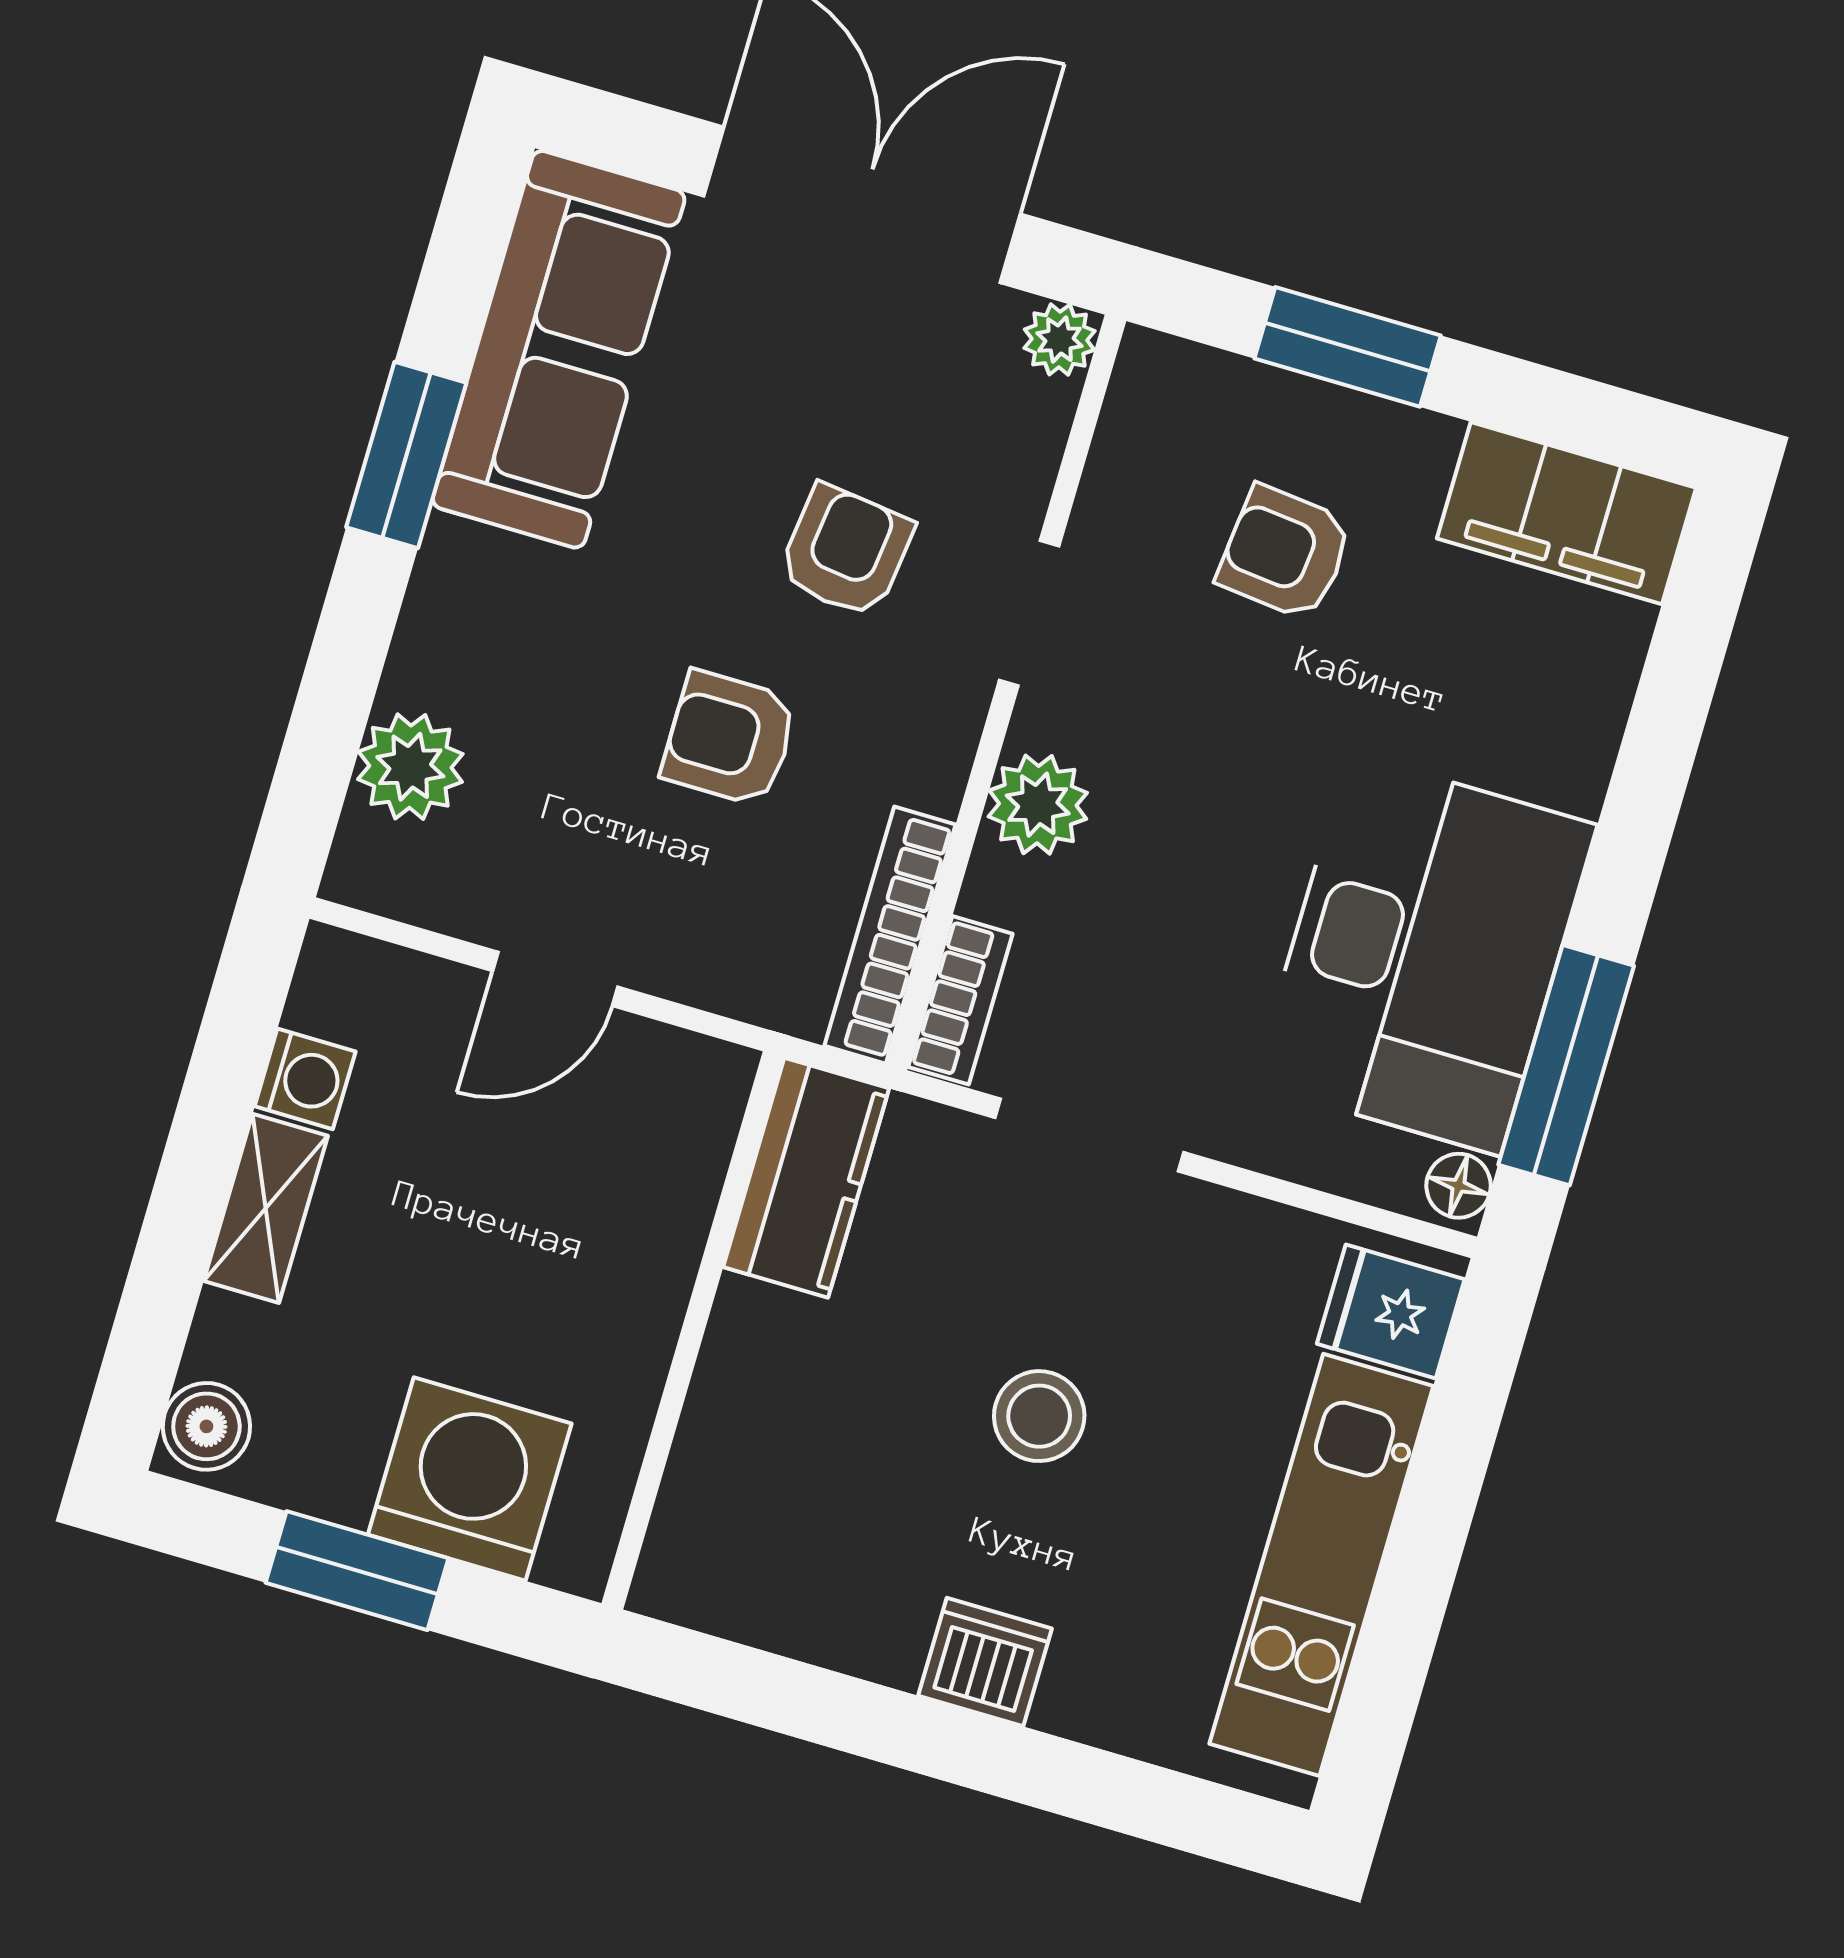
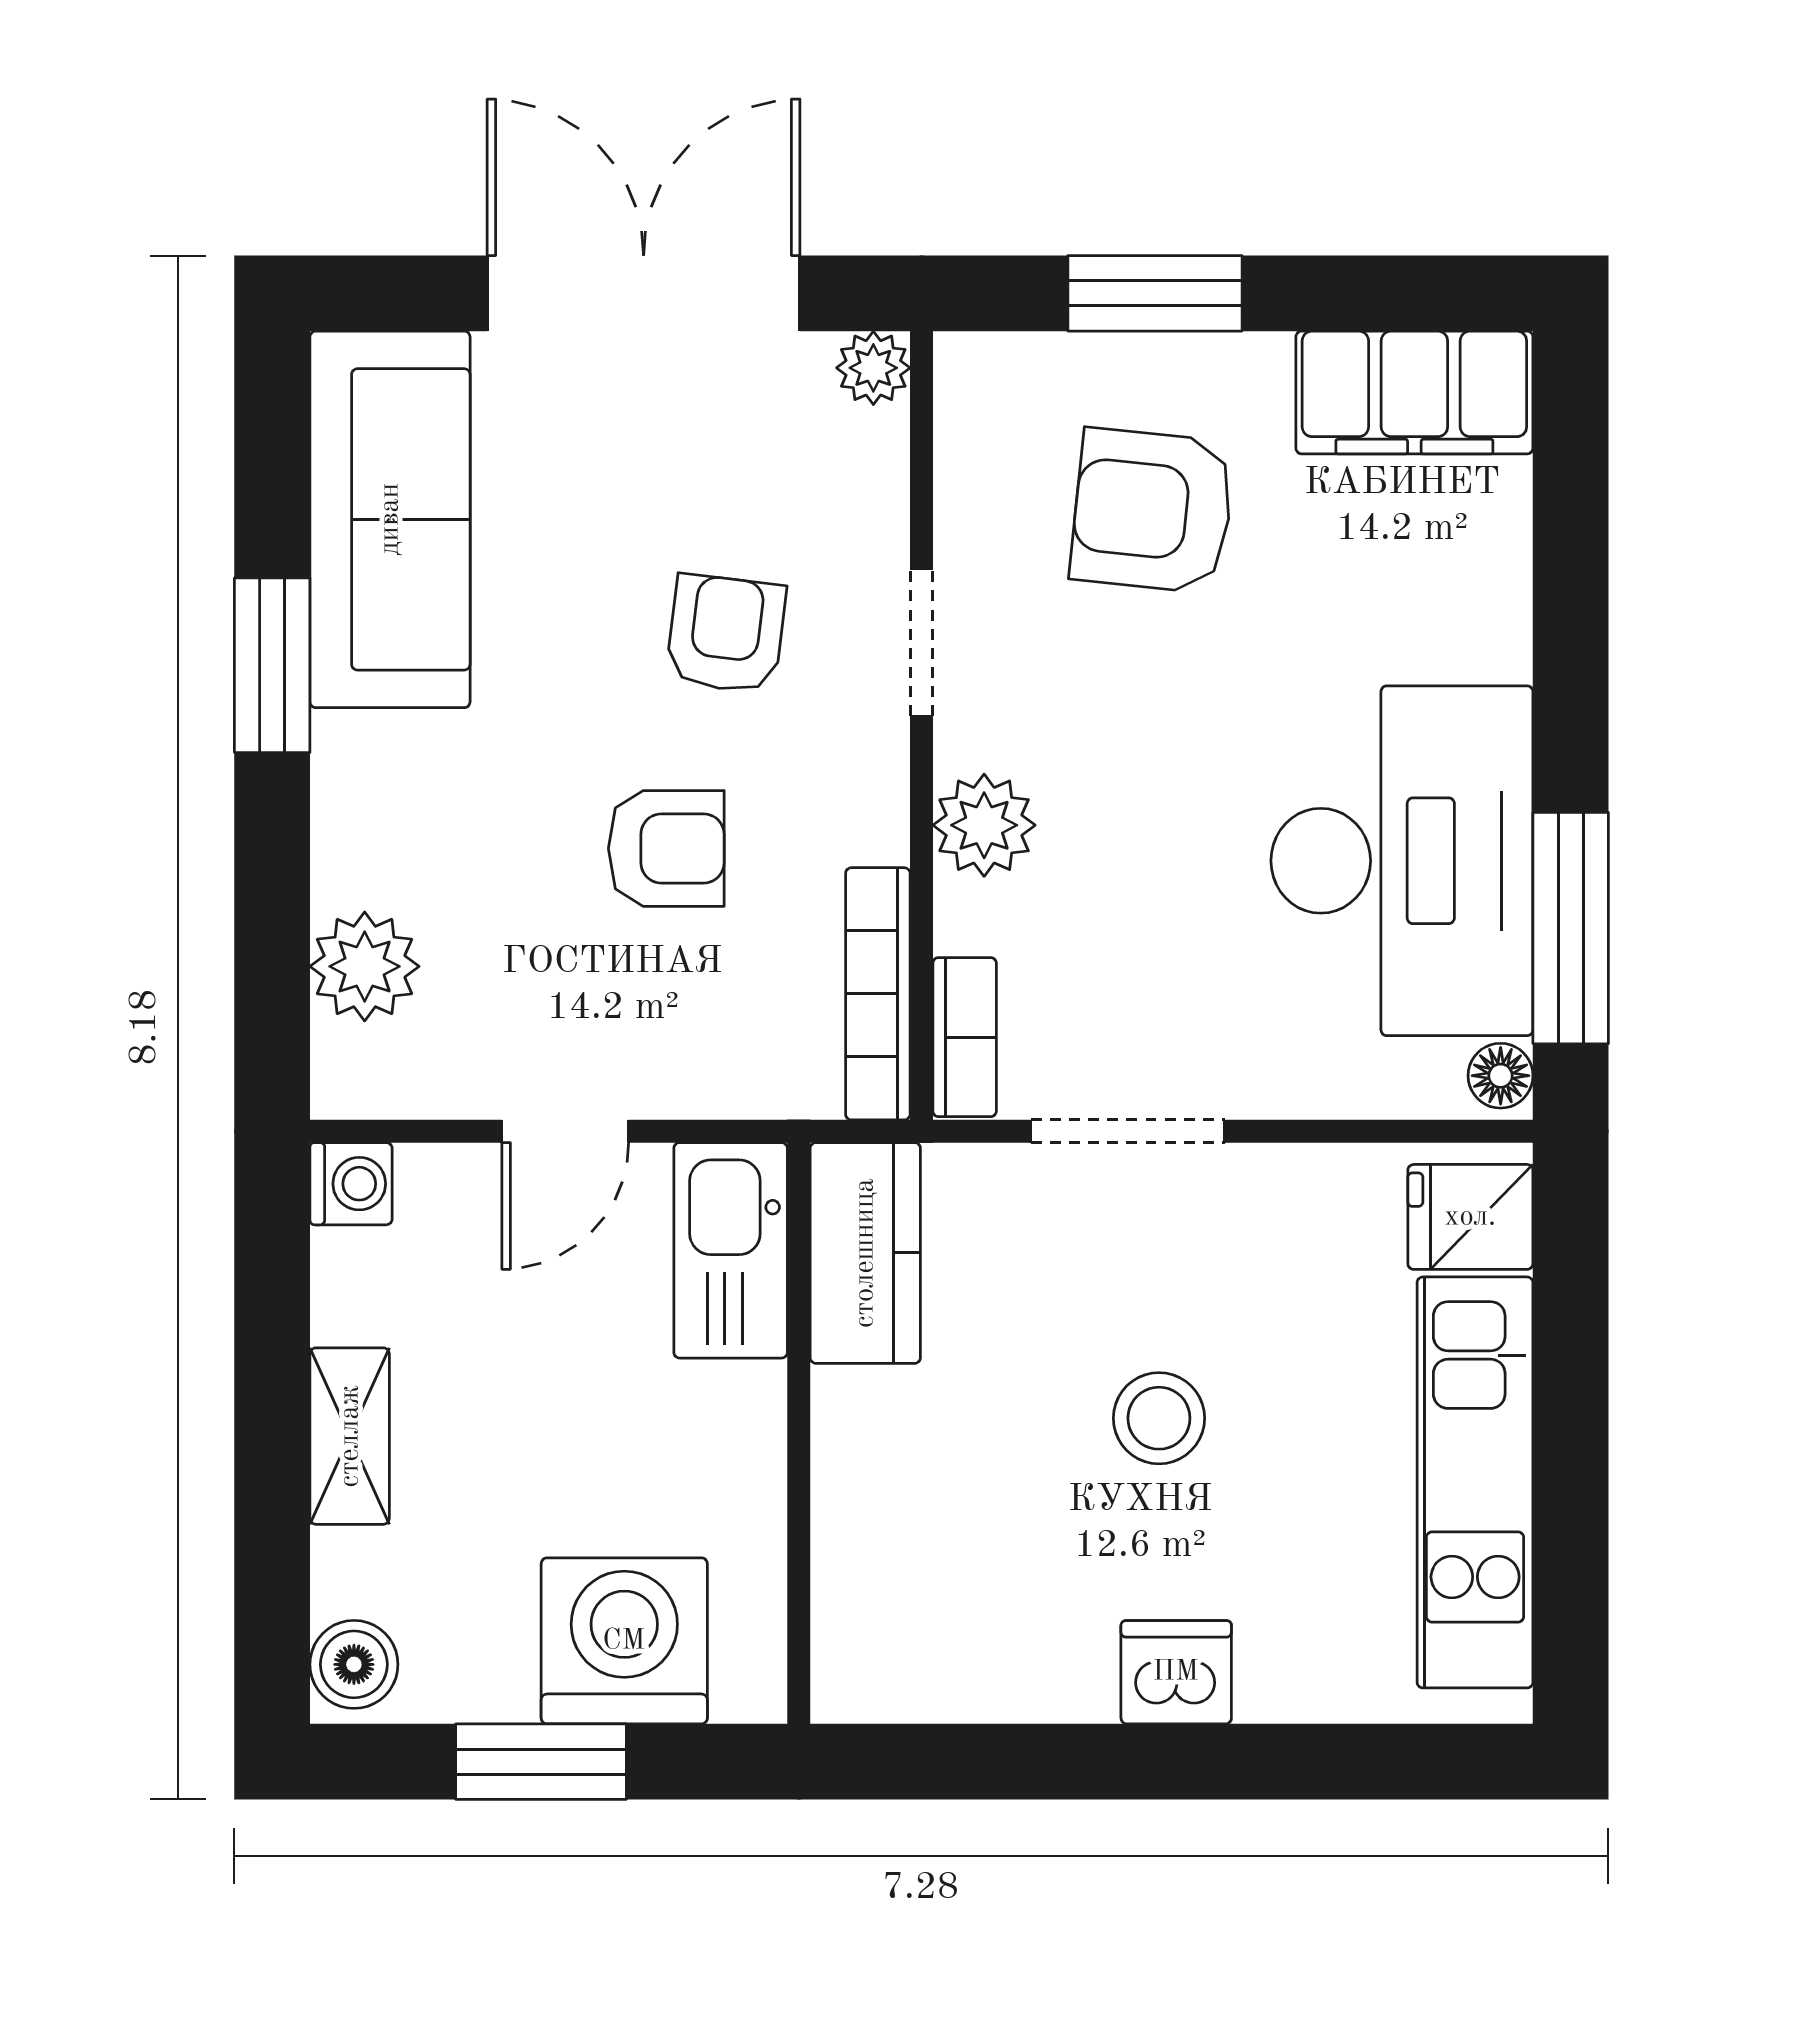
armchair: (1285, 553) -> (1153, 511), width x1.38, depth x1.38
armchair: (730, 738) -> (666, 848), turned 180
washing machine: (305, 1079) -> (351, 1184), moved
kitchen sink: (679, 1138) -> (731, 1250), added

